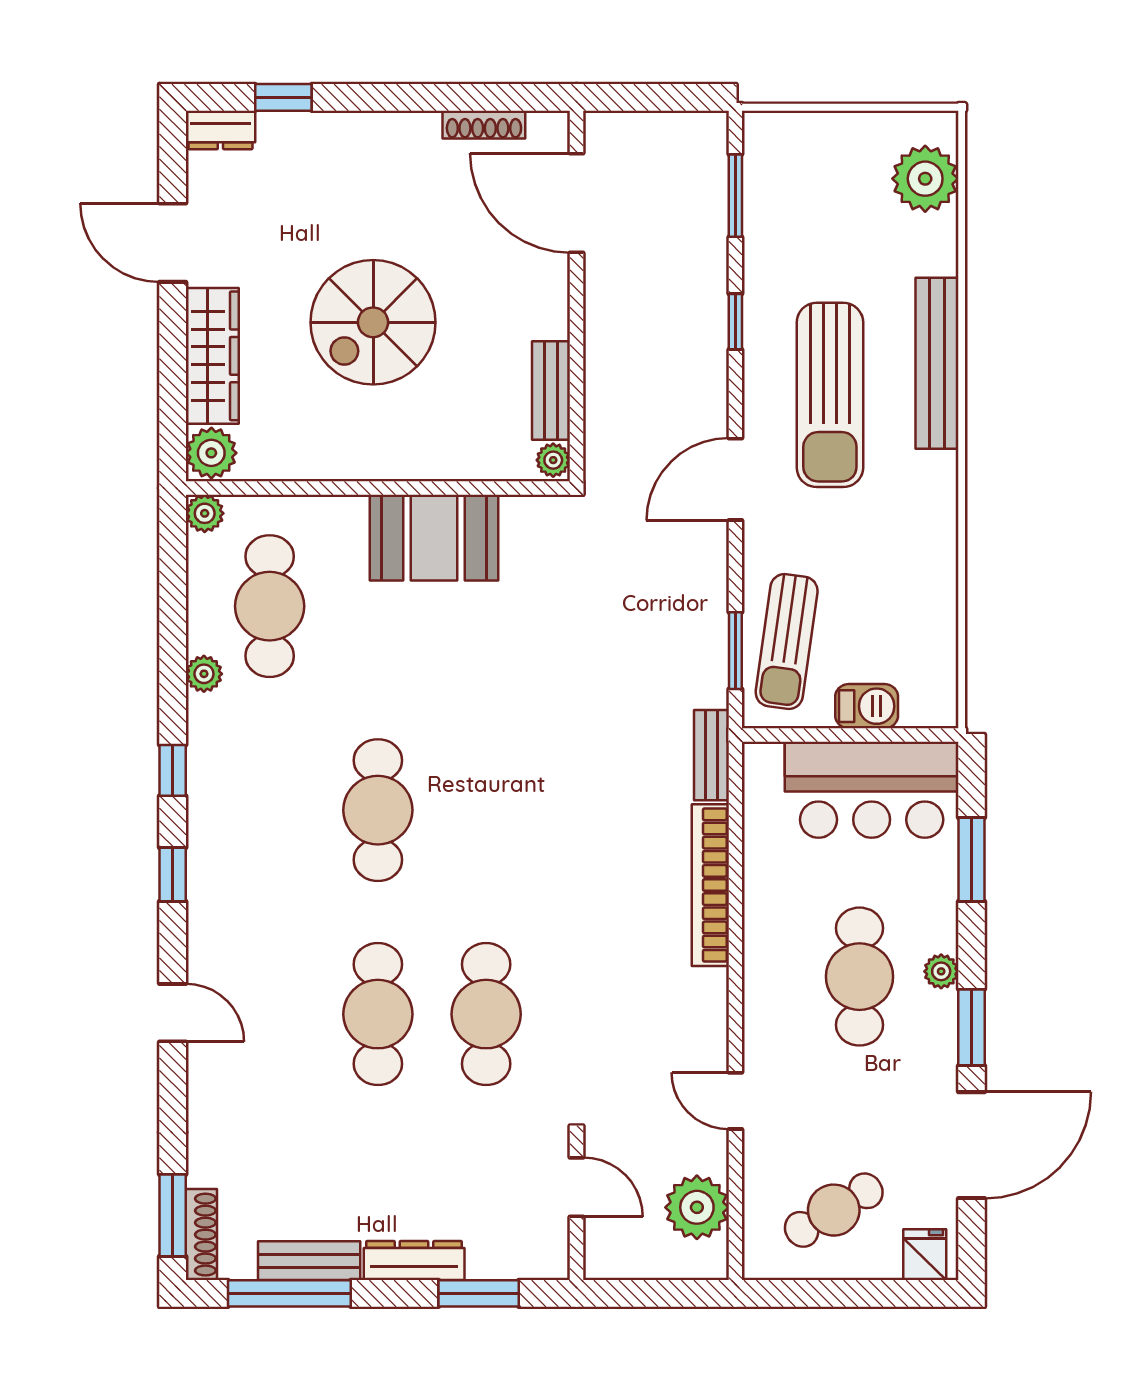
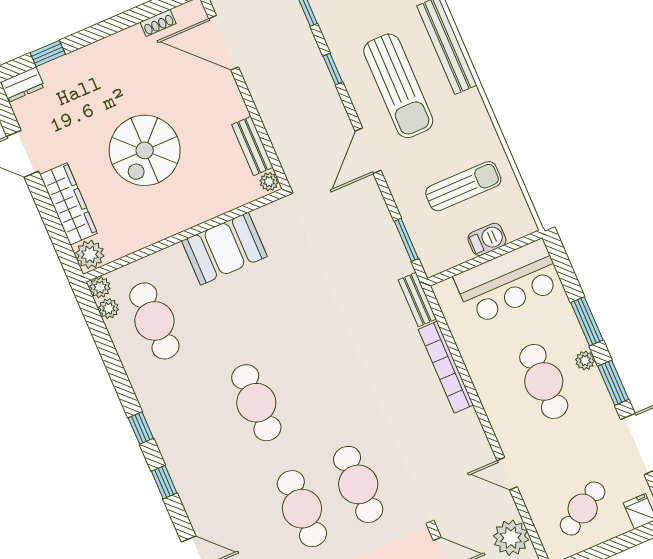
shoe rack: (484, 125) -> (158, 23), width x0.70
sun lounger: (787, 642) -> (463, 186), moved, turned -98
plant: (204, 674) -> (109, 308), moved
window: (972, 860) -> (587, 321), moved

